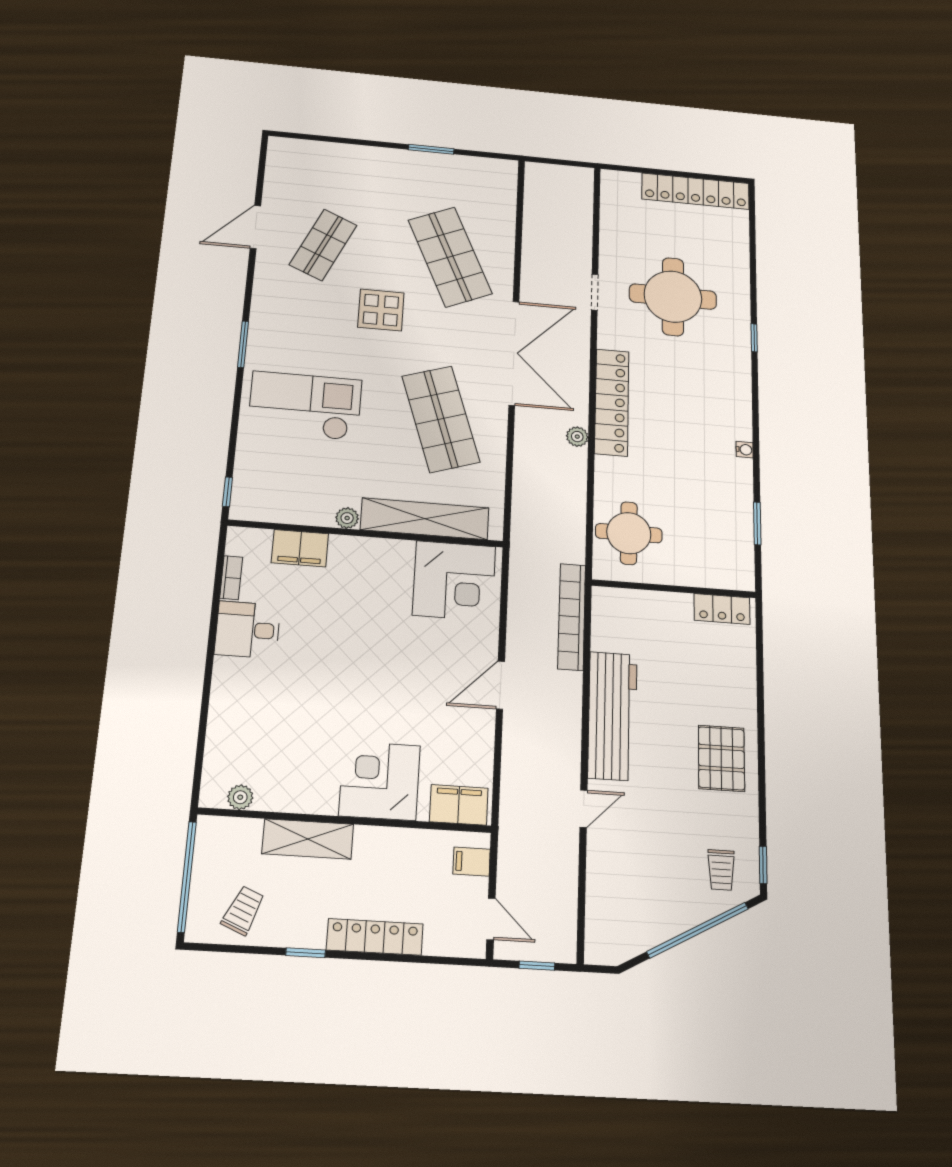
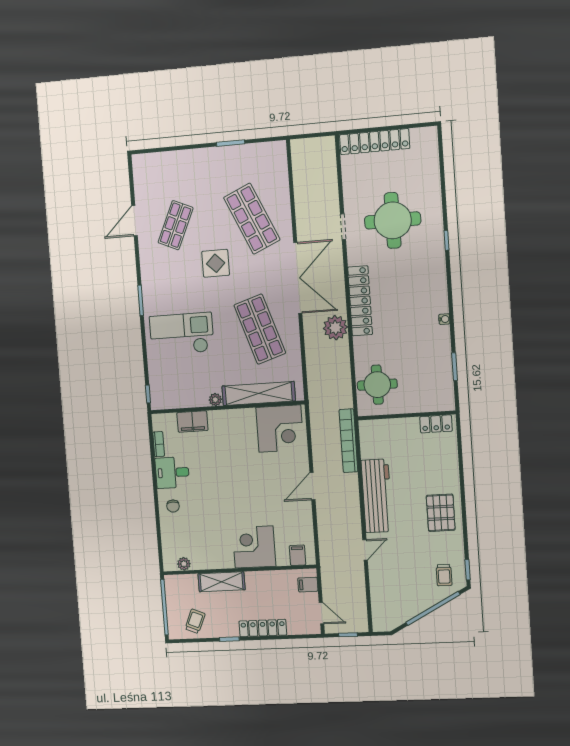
locker: (696, 191) -> (375, 142), moved
plant: (577, 437) -> (335, 328), width x1.87, depth x1.87
chair: (238, 689) -> (173, 506), added
filing cabinet: (459, 805) -> (298, 555), width x0.50

